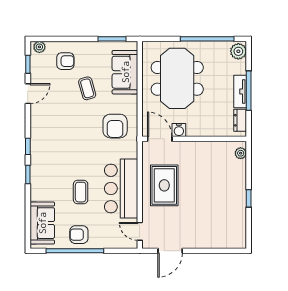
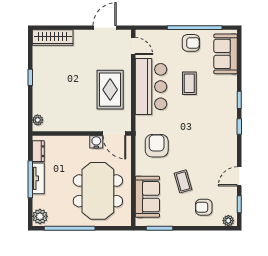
wardrobe: (225, 240) -> (53, 38), added

